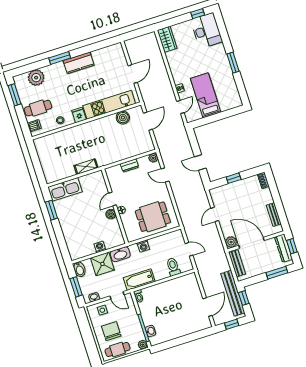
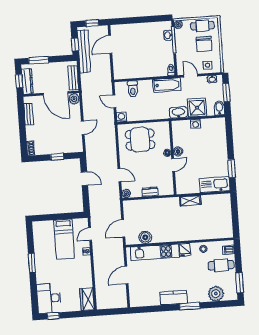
washing machine: (143, 246) -> (121, 117), moved

